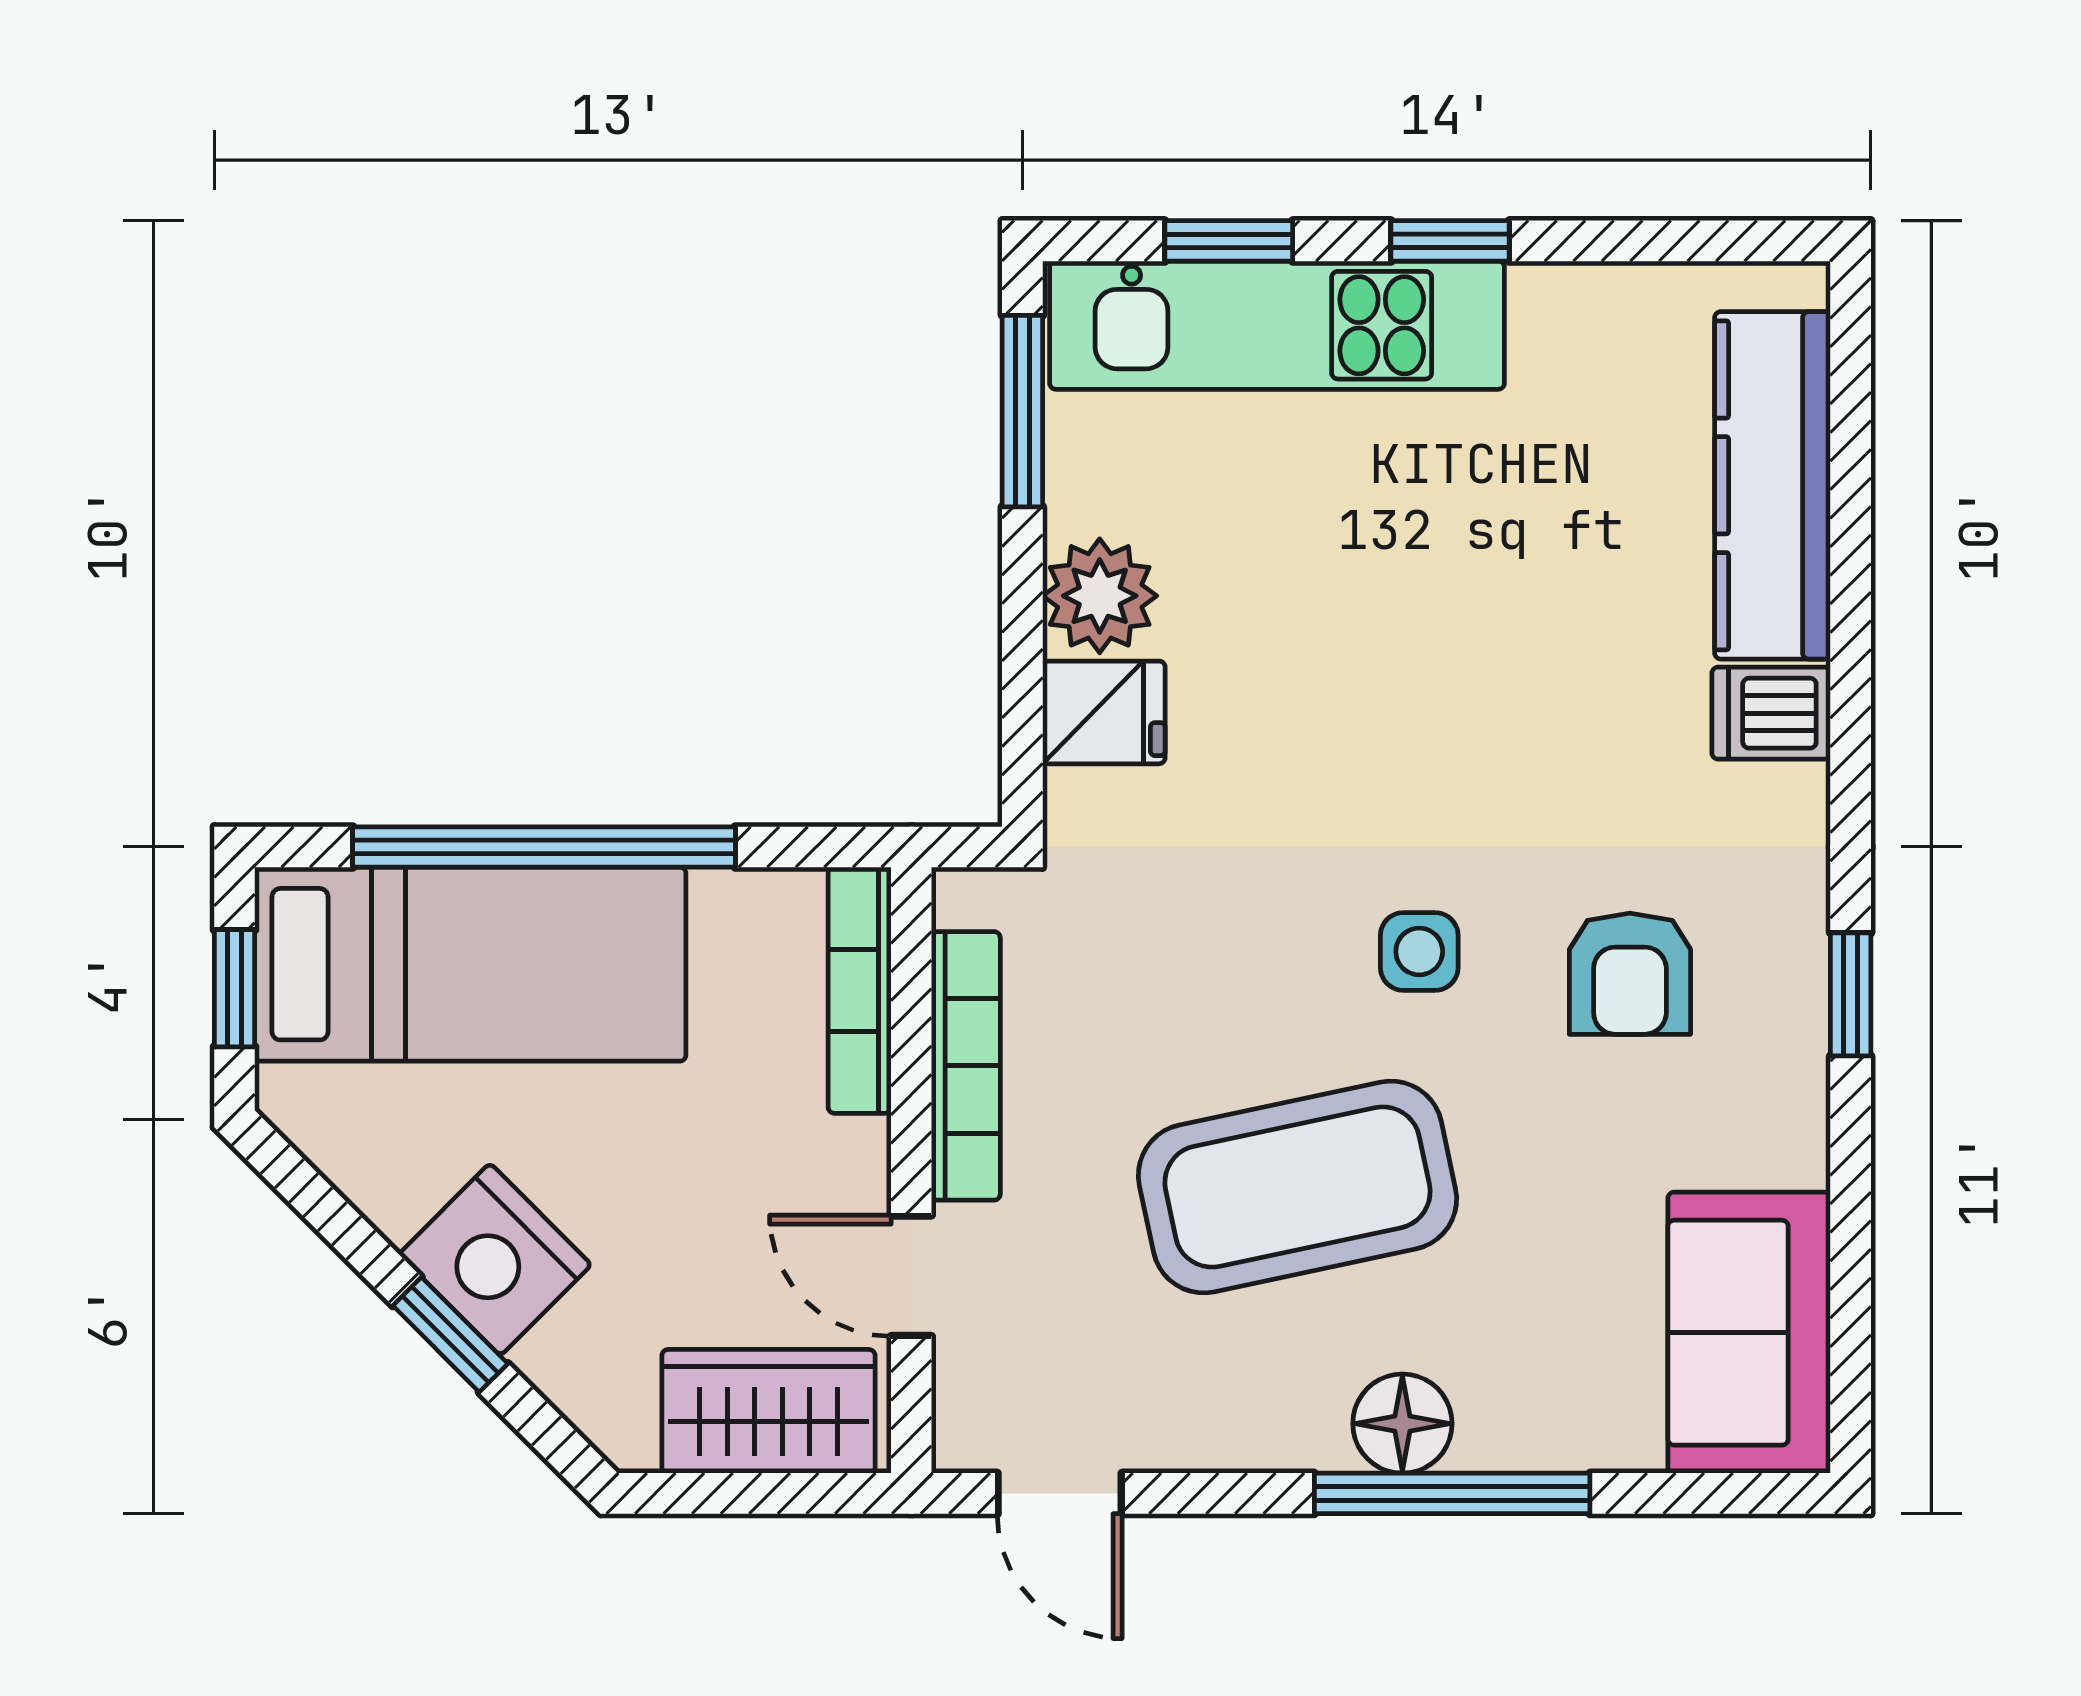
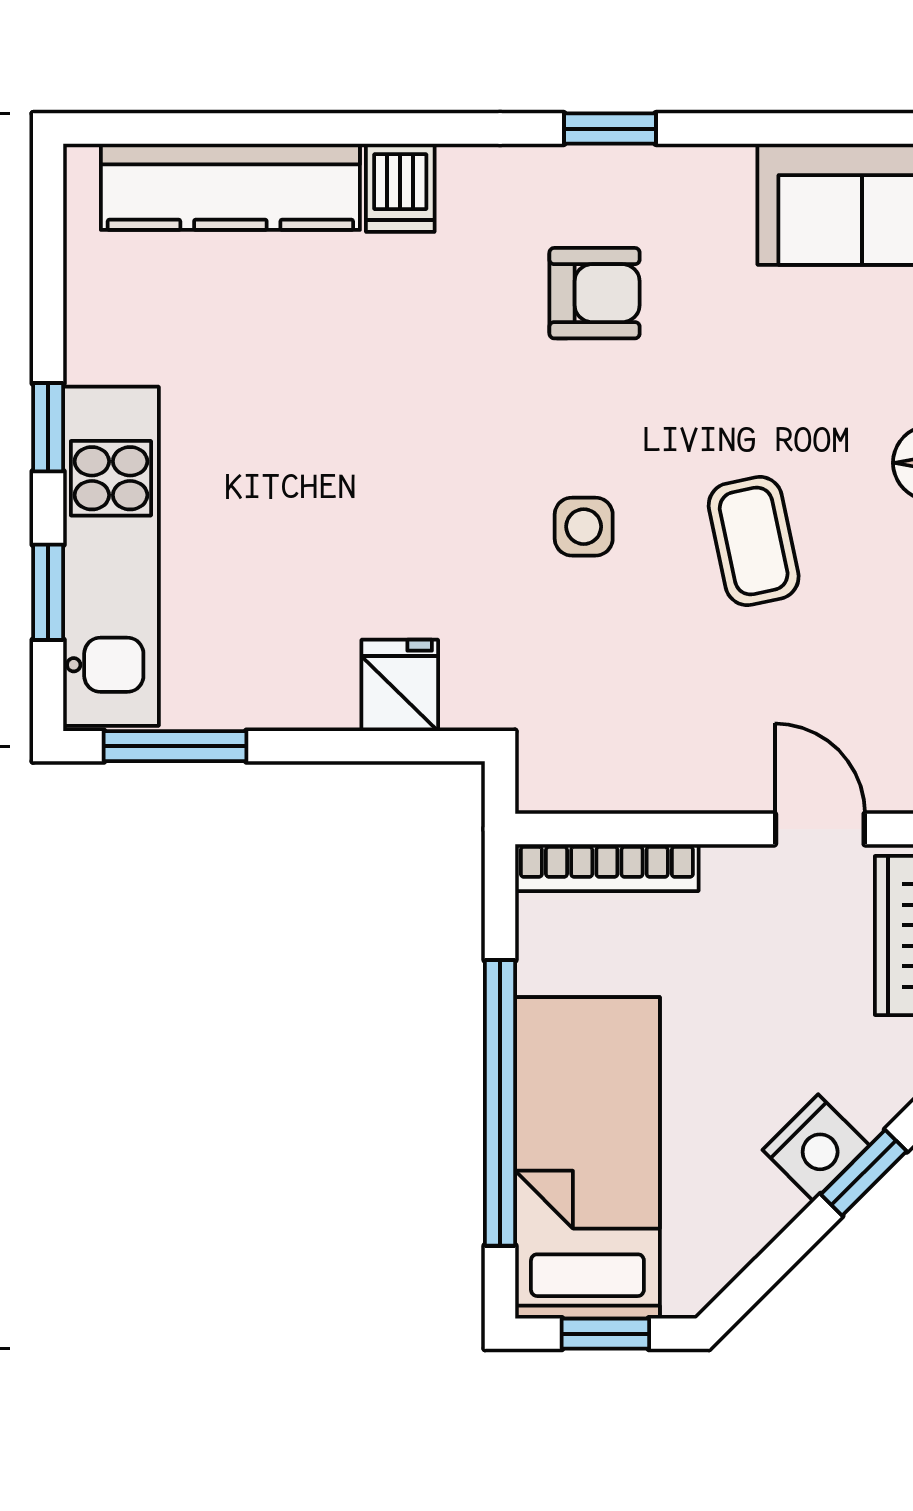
plant: (1100, 596) -> (313, 688), removed
side table: (1419, 951) -> (584, 527), moved
bookcase: (966, 1066) -> (663, 788), removed
coffee table: (1297, 1187) -> (754, 541), width x0.54, depth x0.58
nightstand: (495, 1259) -> (816, 1148), width x0.74, depth x0.75
door: (911, 1276) -> (820, 829), swing flipped

